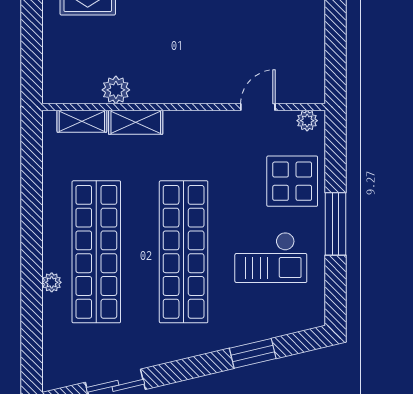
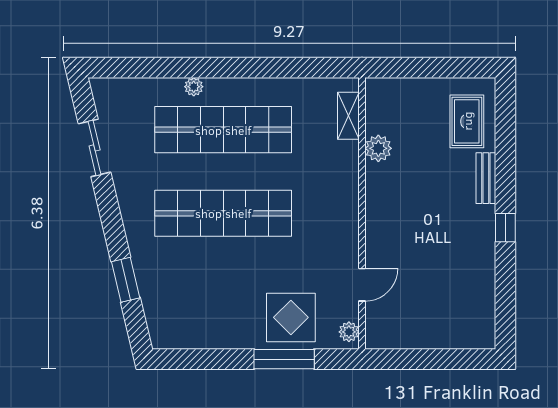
door: (258, 107) -> (362, 285), hinge flipped
shelving: (136, 122) -> (347, 167), removed
window: (336, 224) -> (284, 359), moved
checkout: (271, 257) -> (218, 297), removed

